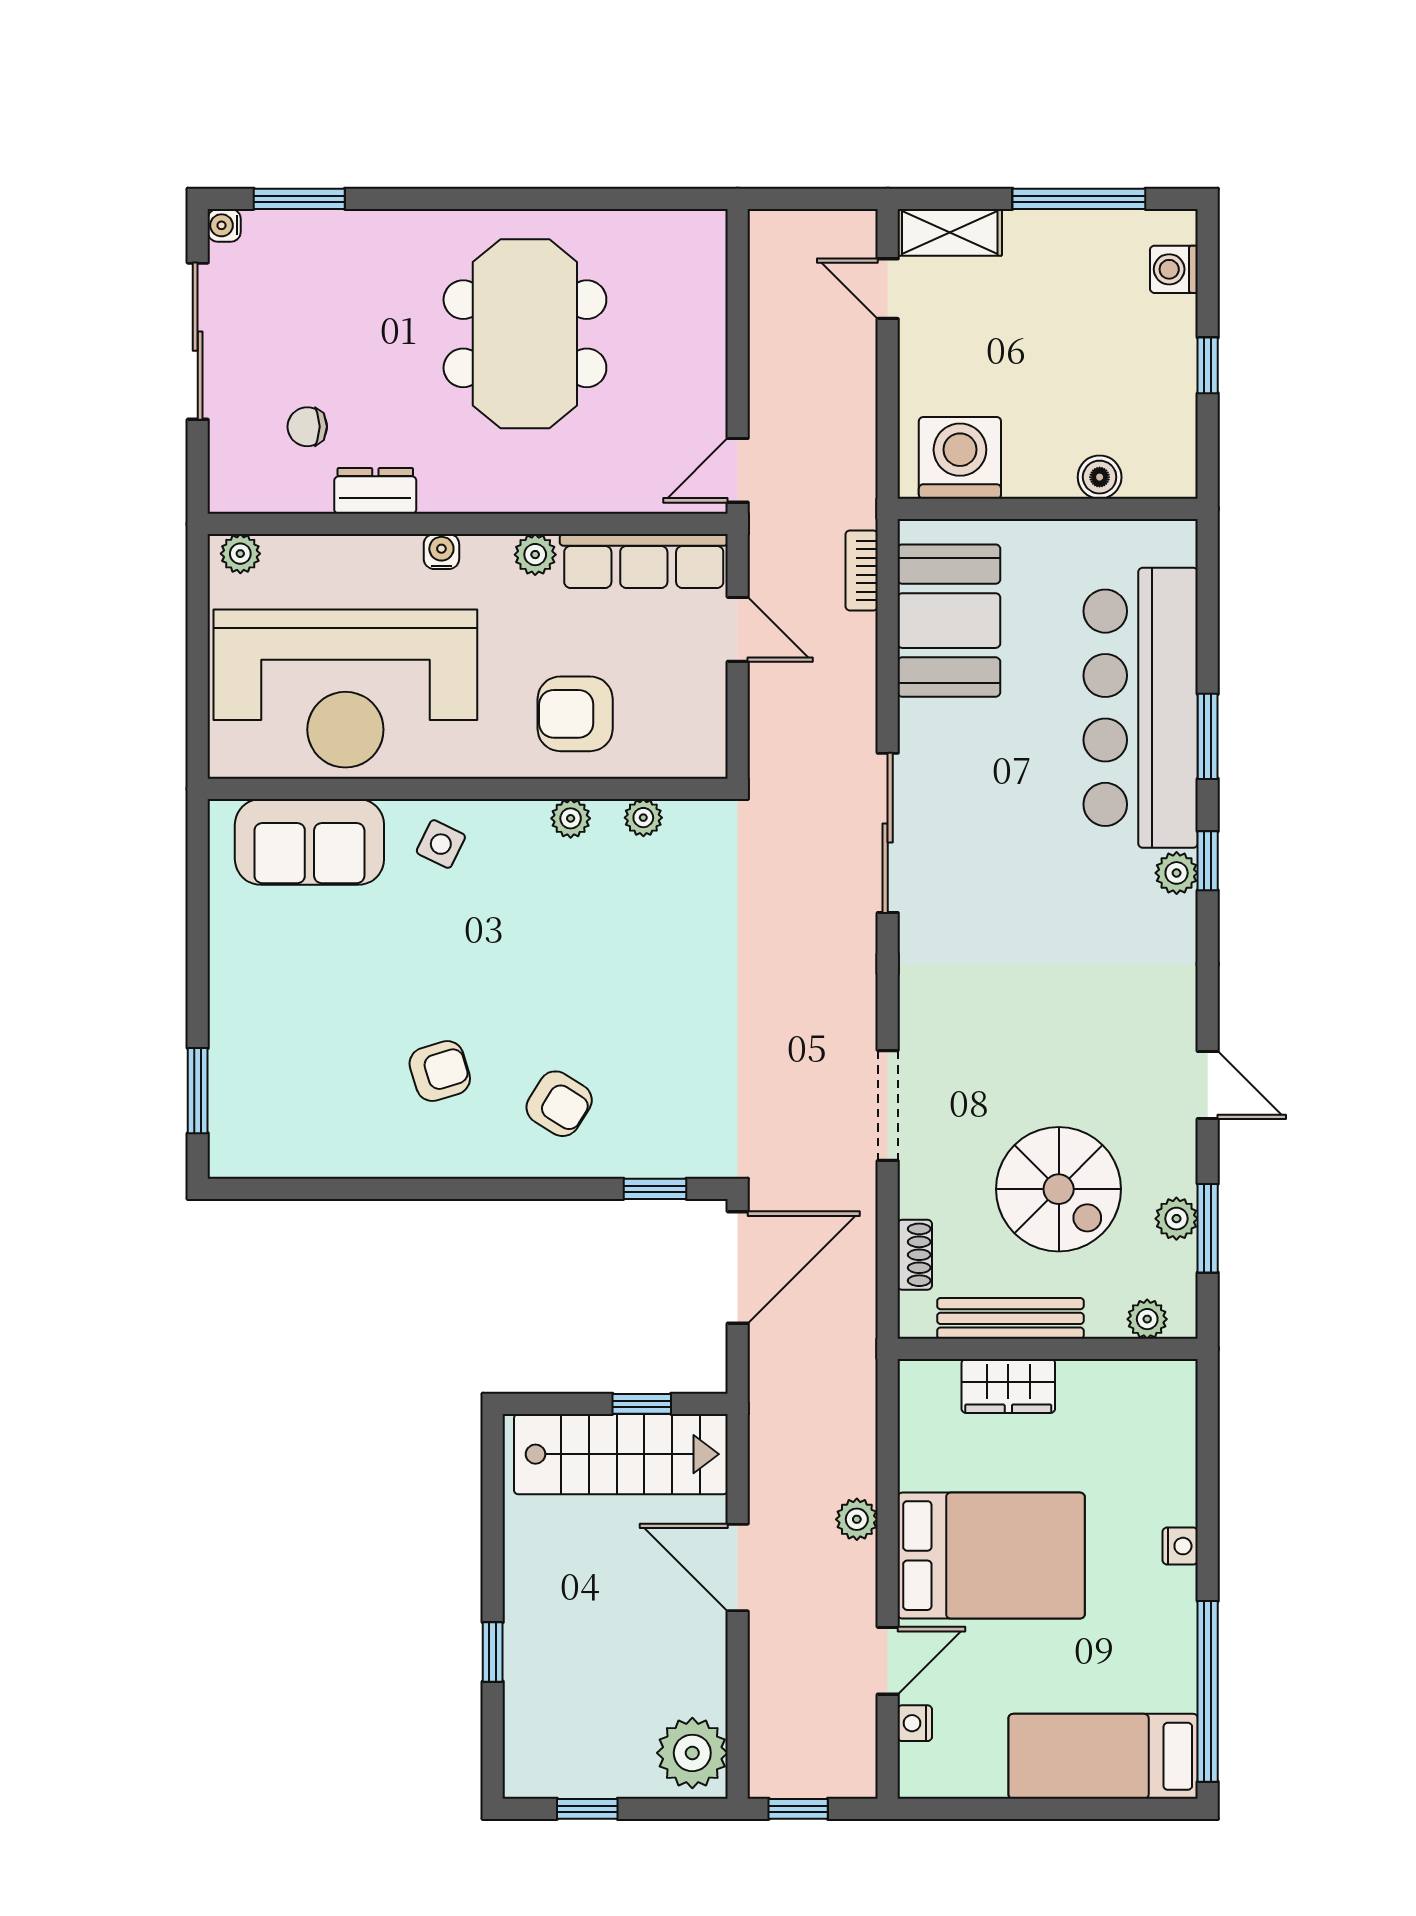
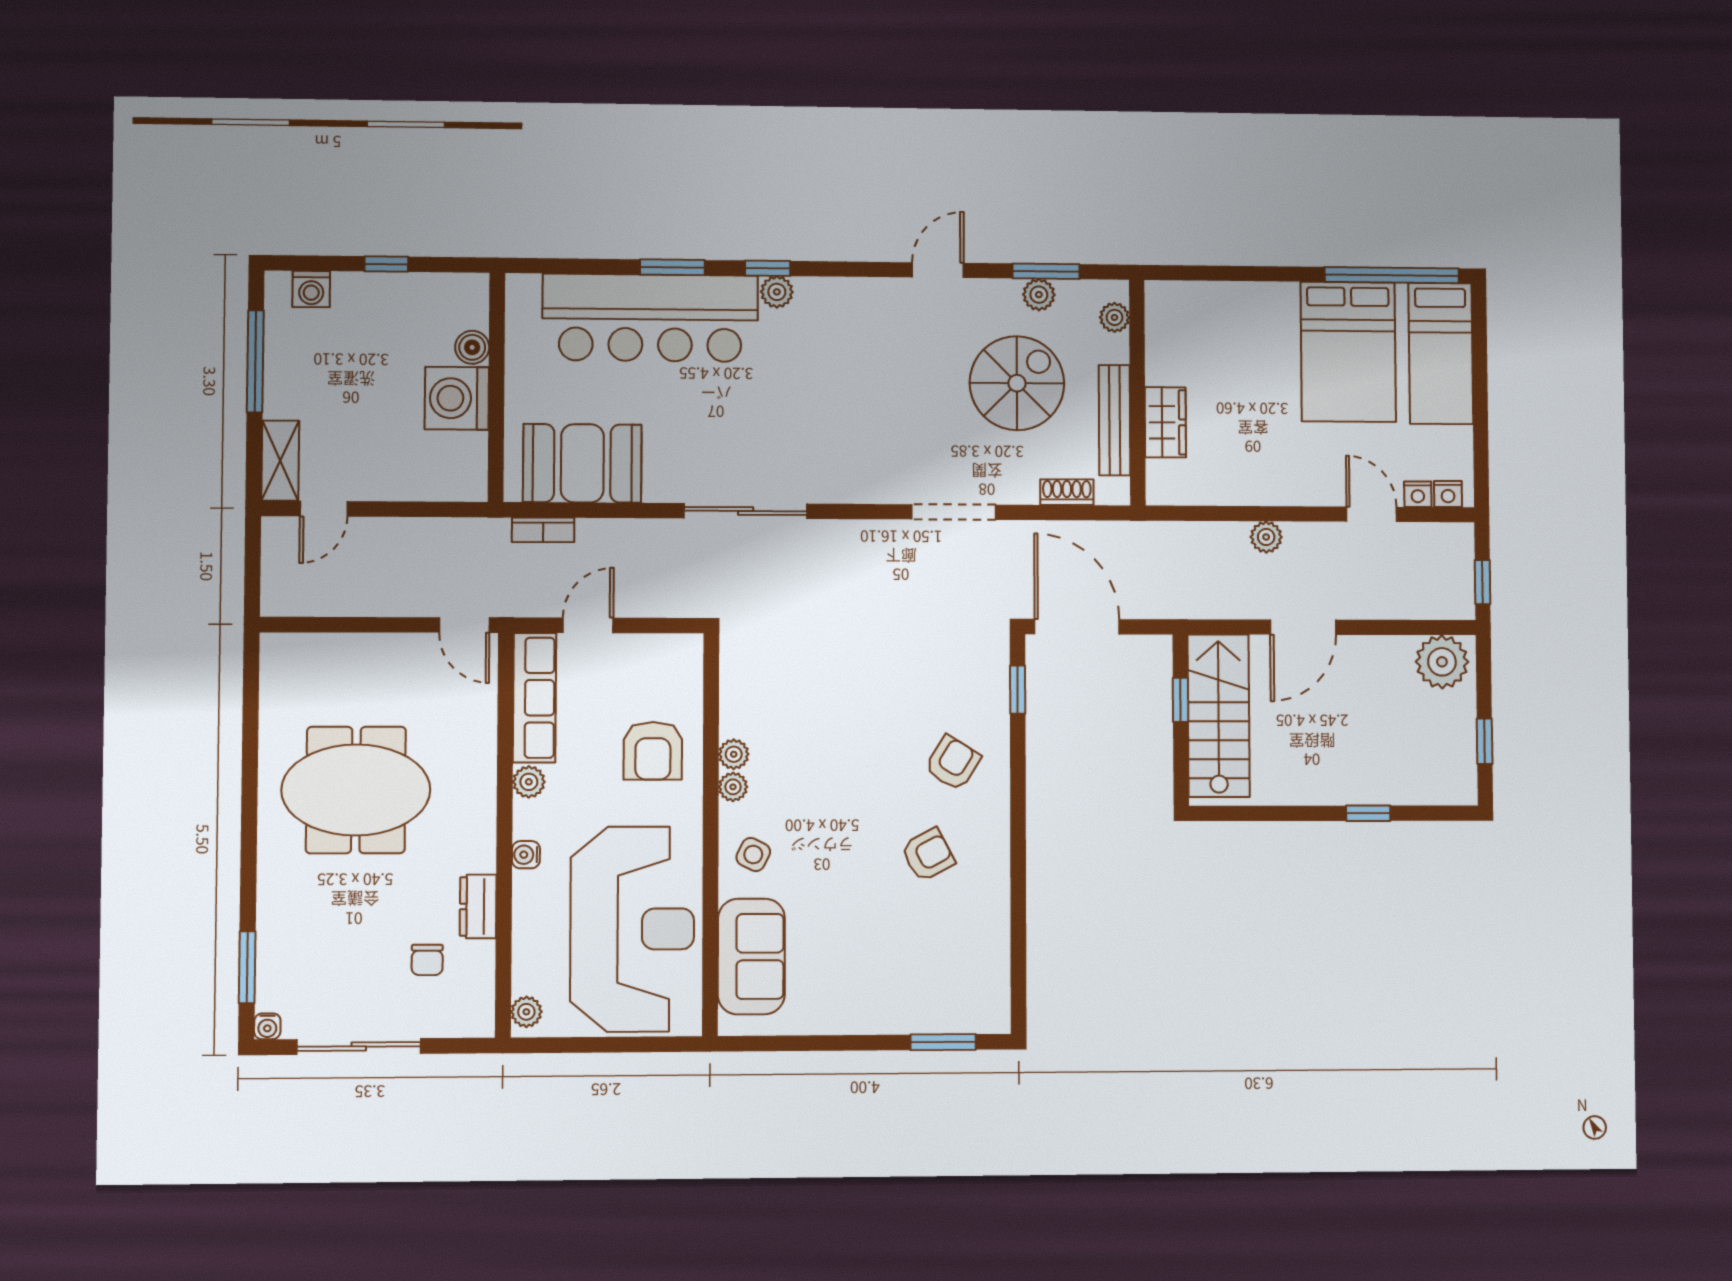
washing machine: (960, 458) -> (457, 398), moved
plant: (643, 818) -> (733, 787), moved
armchair: (440, 1071) -> (928, 855), turned 79
nightstand: (1180, 1546) -> (1448, 494), moved, turned 180
bed: (991, 1556) -> (1348, 352), moved, turned 180

